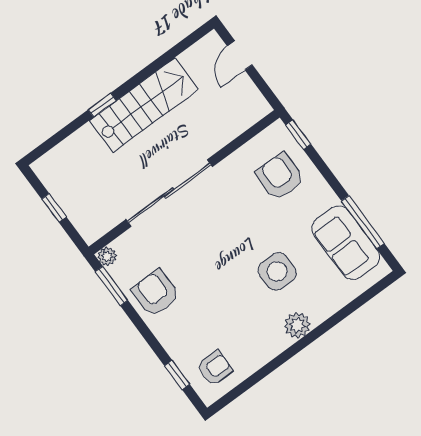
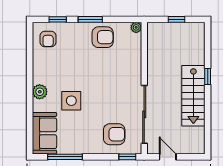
door: (240, 55) -> (168, 157), moved
sliding door: (169, 193) -> (144, 114), moved
sofa: (346, 243) -> (44, 133), moved, turned 90
window: (112, 286) -> (90, 19), moved

